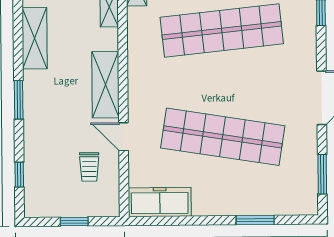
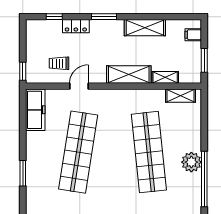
shelving: (105, 85) -> (129, 74), moved
locker: (33, 142) -> (76, 26), added
window: (74, 222) -> (23, 71), moved

